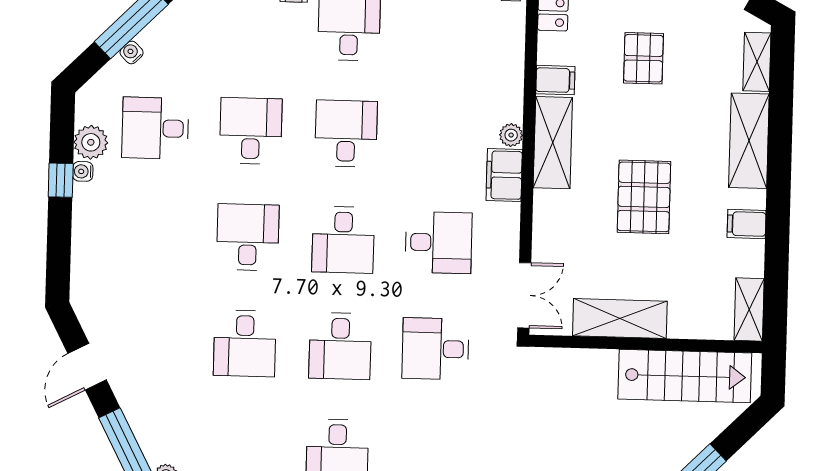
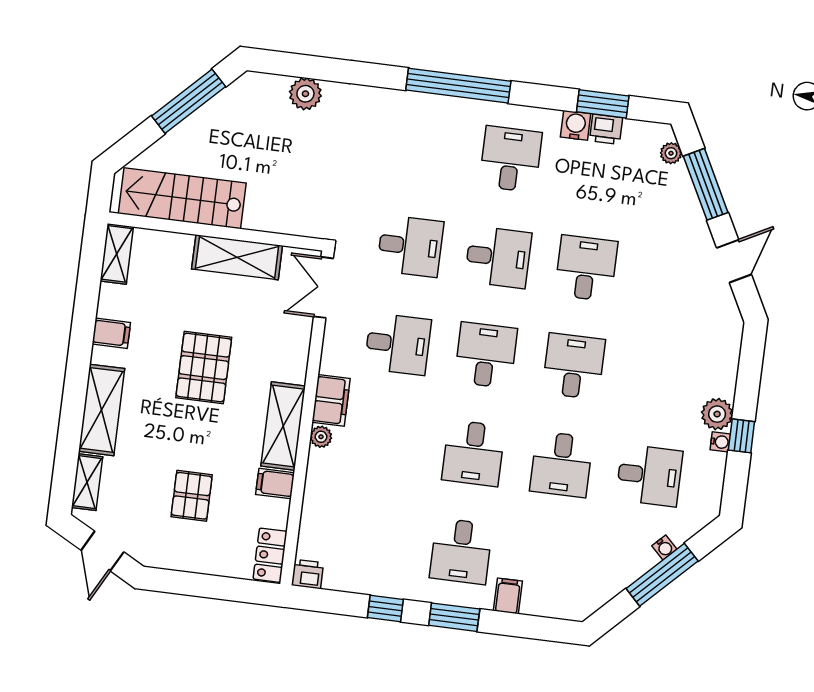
plant: (91, 142) -> (717, 414), moved
desk: (248, 237) -> (574, 366), turned 180
desk: (438, 242) -> (398, 344), turned 180
desk: (340, 346) -> (498, 257), turned 90

